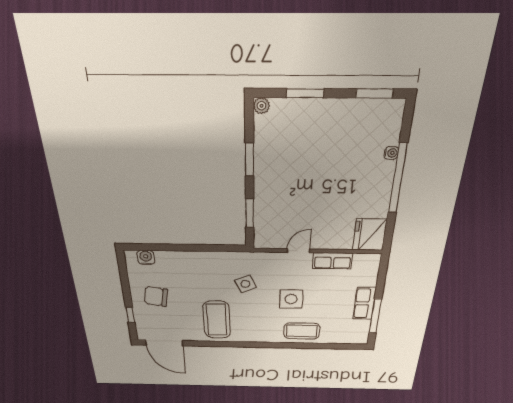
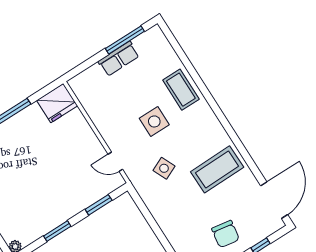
door: (298, 251) -> (115, 162), moved
row of seats: (332, 261) -> (97, 114), removed

